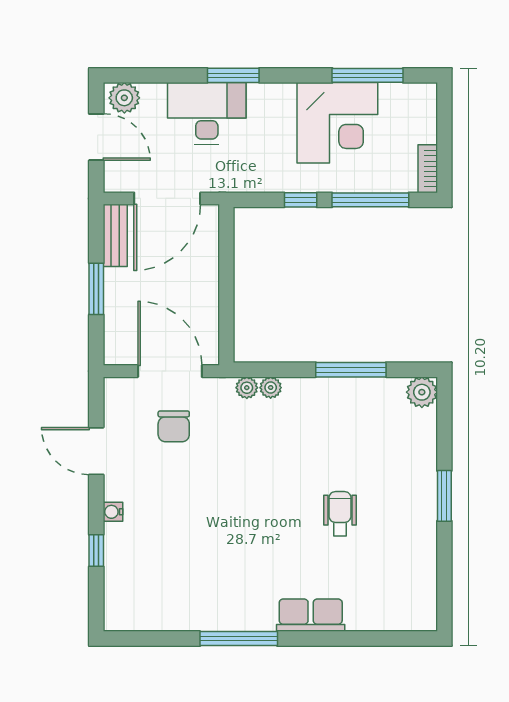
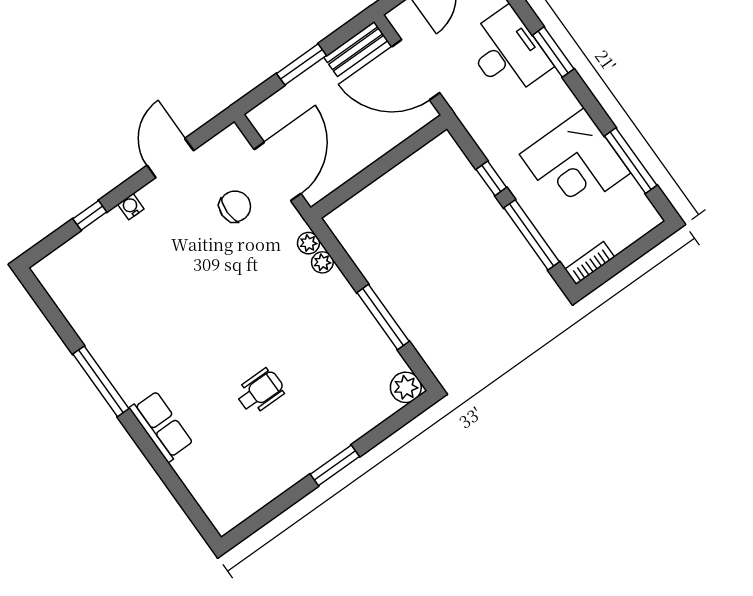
chair: (174, 426) -> (235, 206), turned 180

